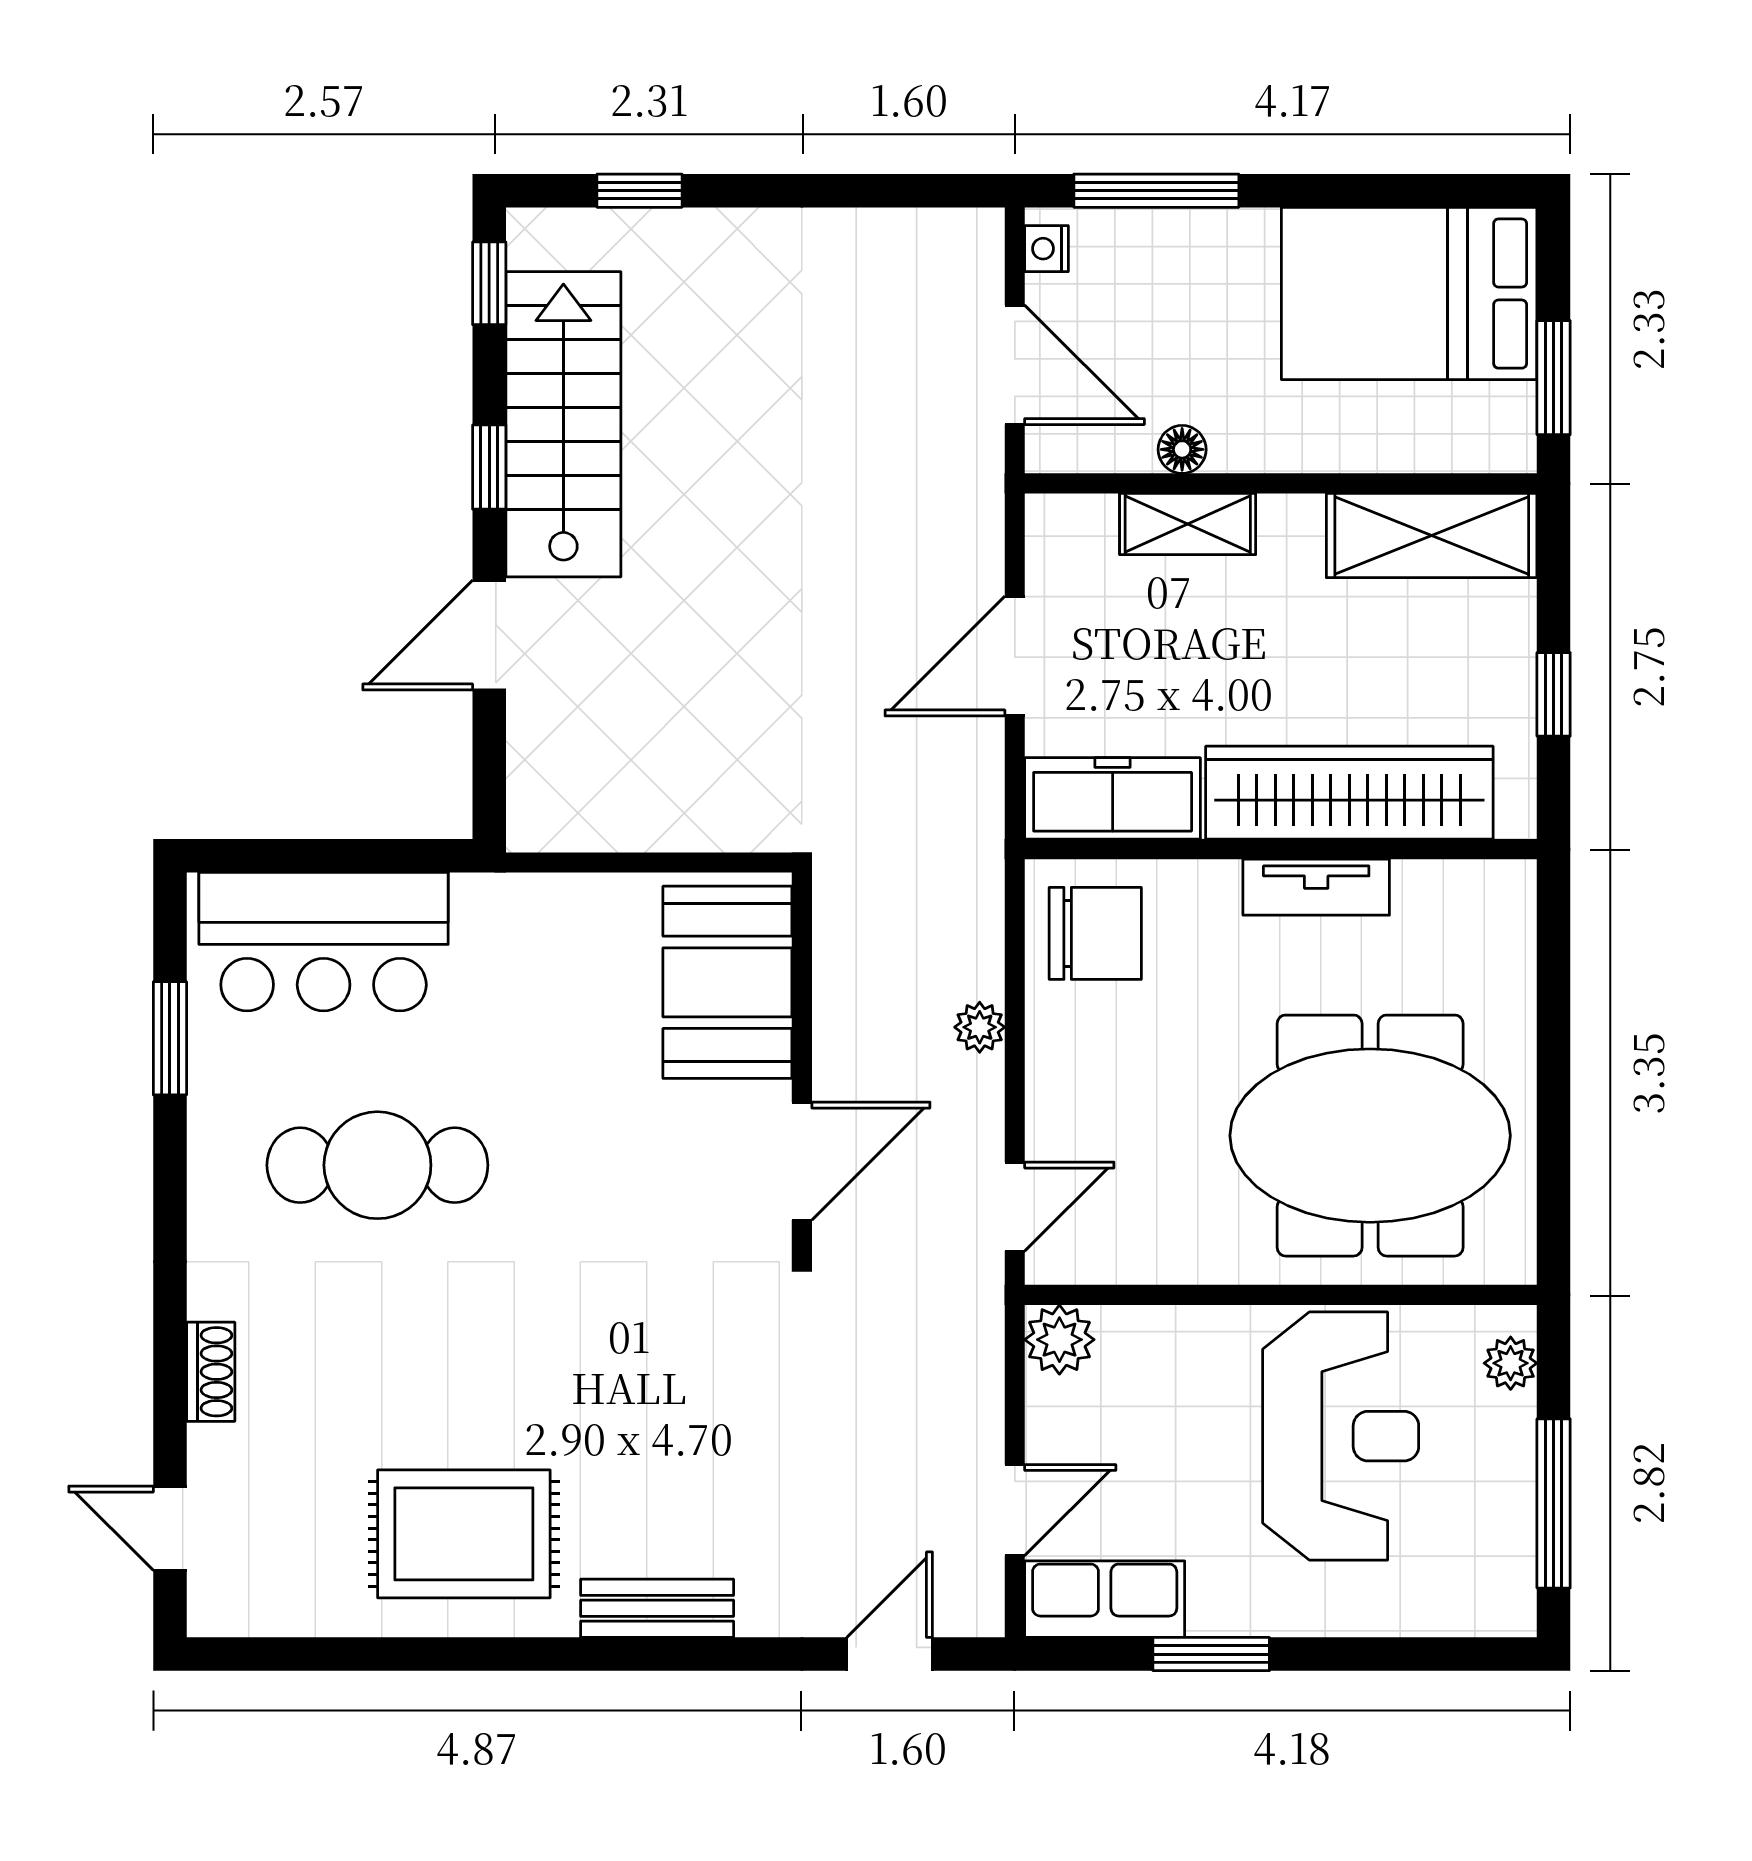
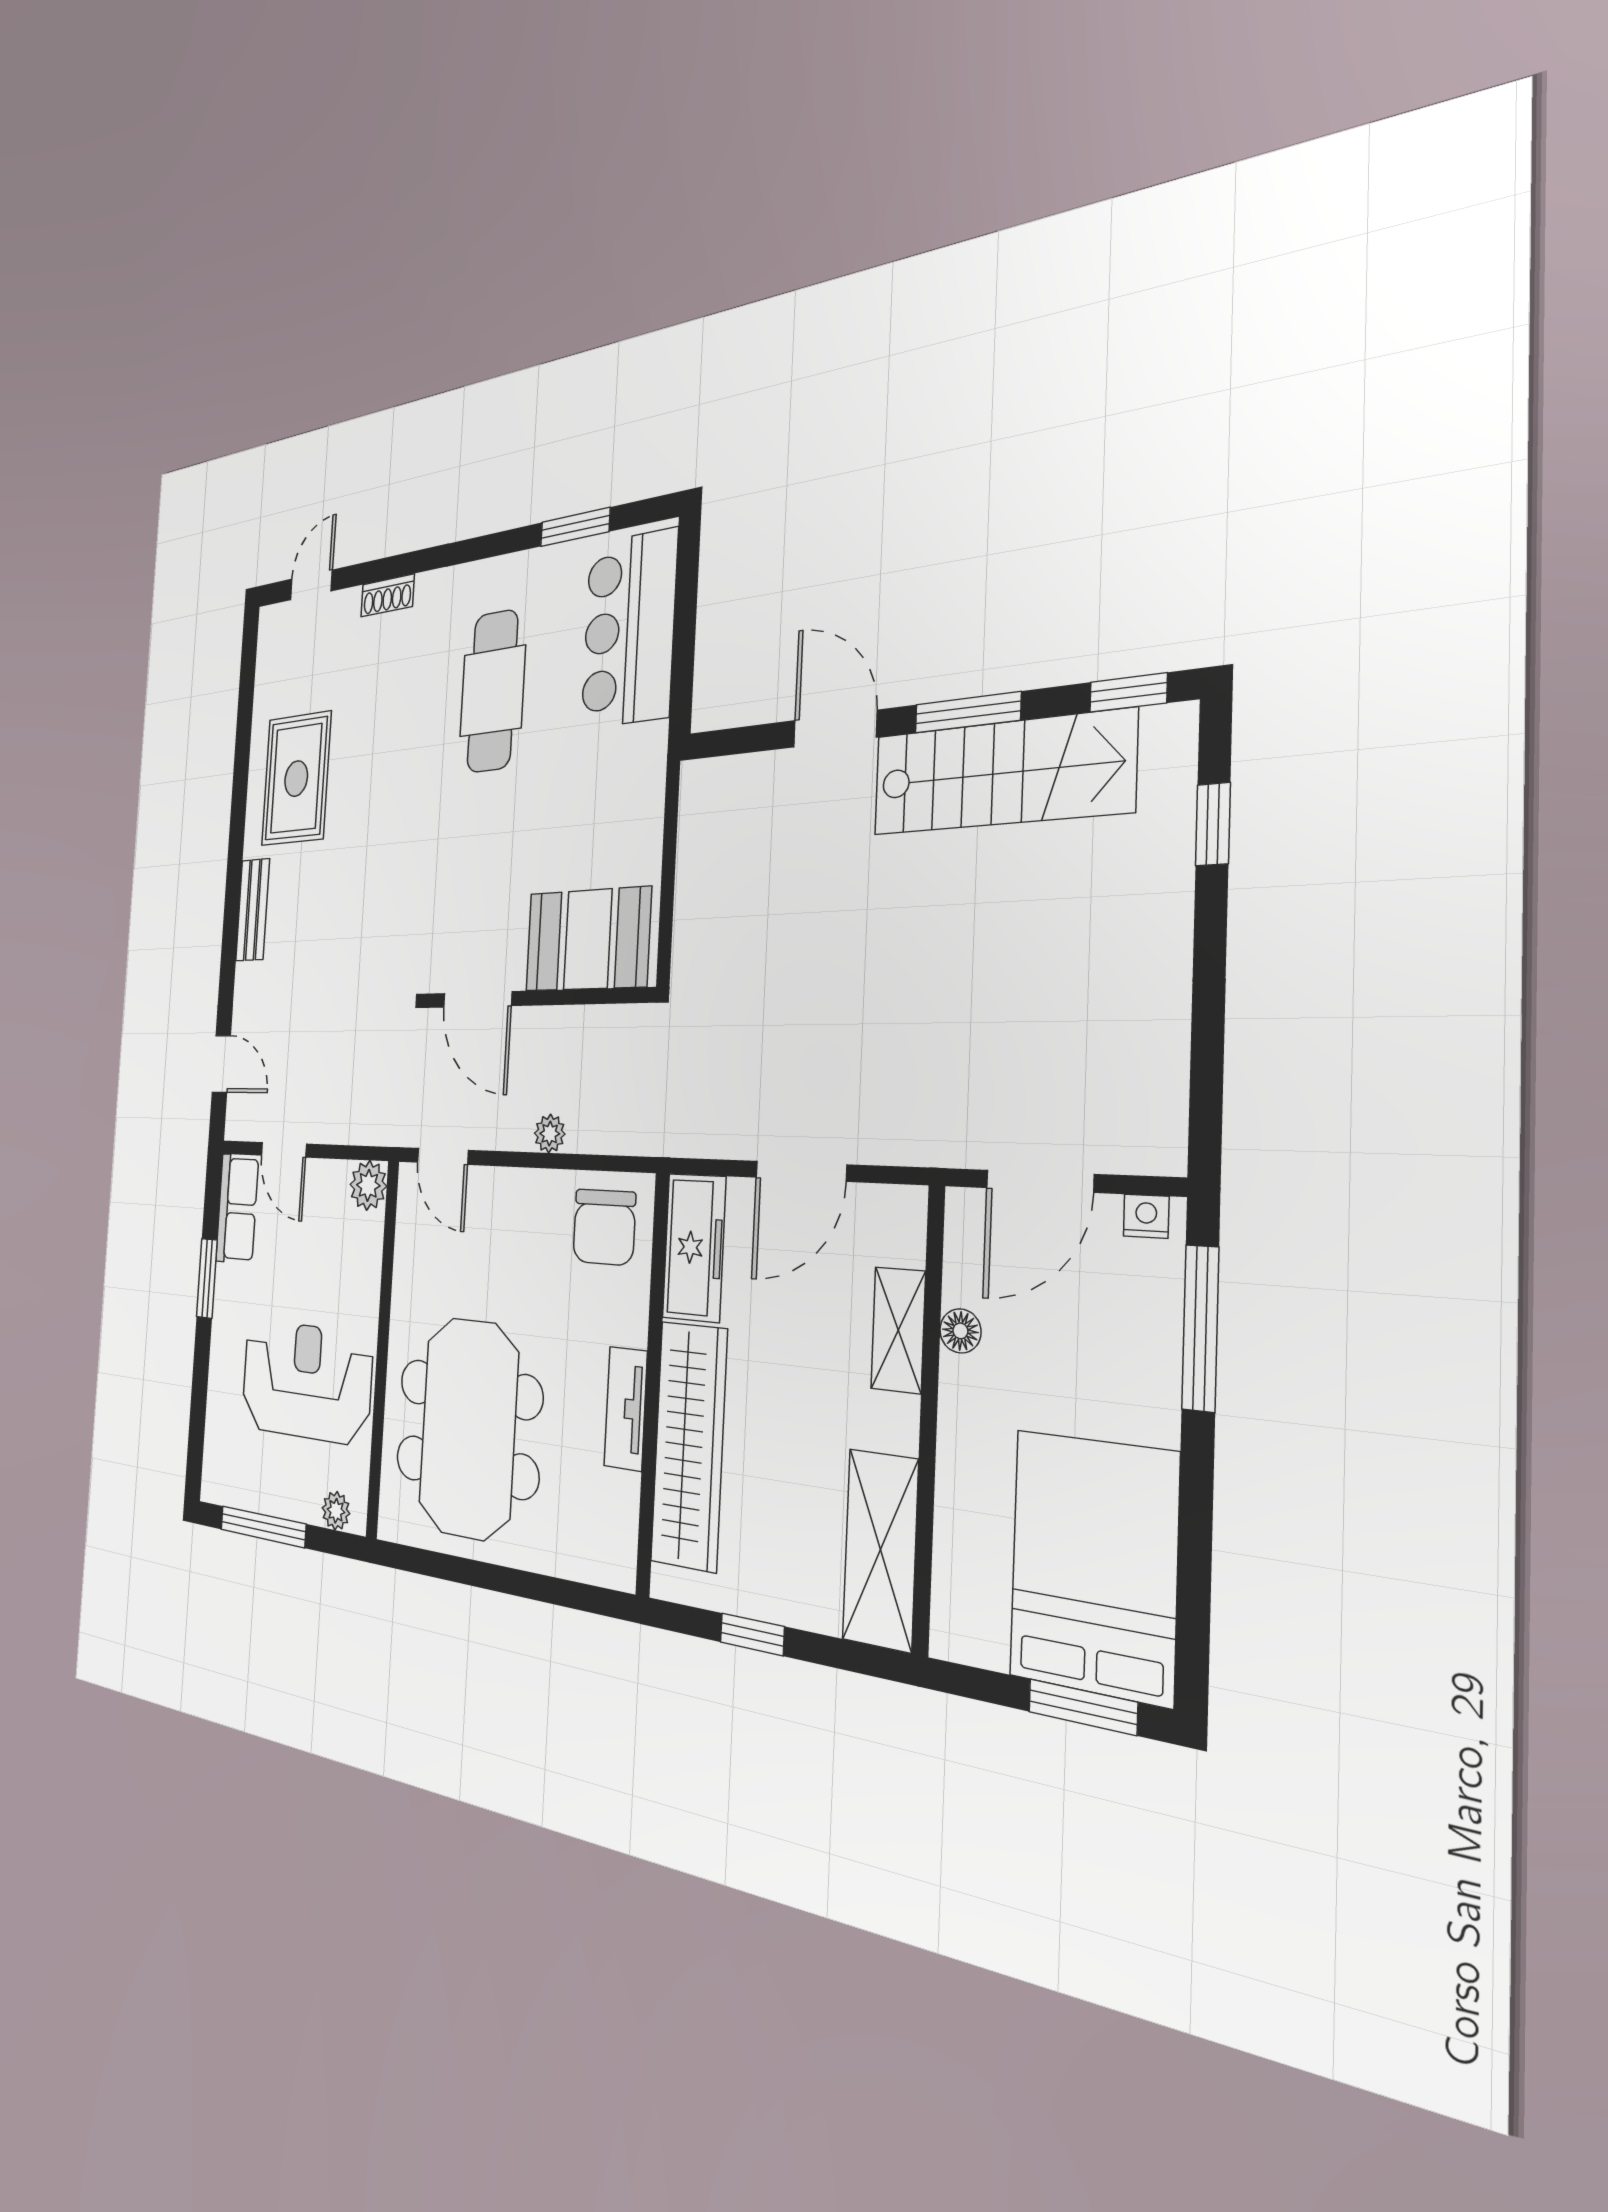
window: (1554, 378) -> (1083, 1707), moved
window: (489, 467) -> (968, 712), width x1.50
door: (1015, 656) -> (801, 1171), swing flipped
reception desk: (1341, 1436) -> (306, 1381), turned 180

